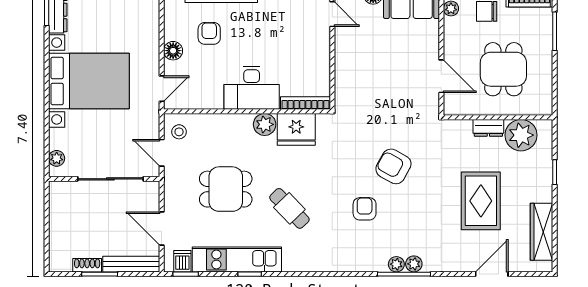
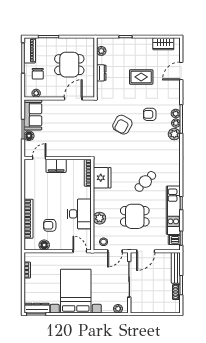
filing cabinet: (318, 45) -> (56, 166), added
floor lamp: (173, 51) -> (44, 245), moved
desk: (252, 88) -> (79, 214), moved
plant: (265, 124) -> (99, 218), moved
plant: (521, 135) -> (101, 51), width x0.53, depth x0.53
dining table: (226, 189) -> (135, 216), turned 90
rug: (481, 201) -> (141, 77), width x0.73, depth x0.70
armchair: (365, 209) -> (150, 114), moved
door: (162, 229) -> (146, 251), moved
wardrobe: (541, 232) -> (163, 44), width x0.67
plant: (376, 261) -> (174, 134), added
door: (492, 274) -> (181, 71), hinge flipped

